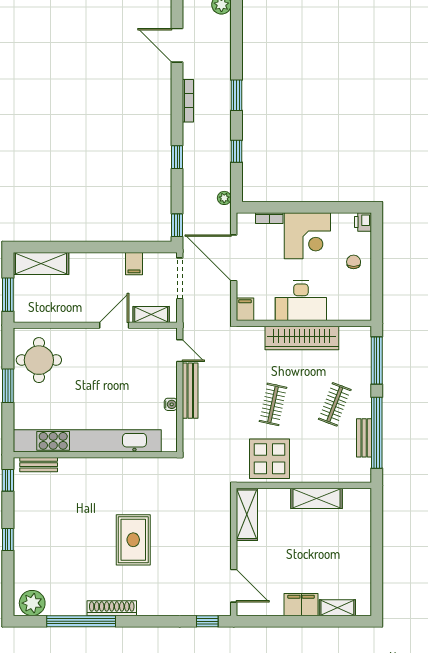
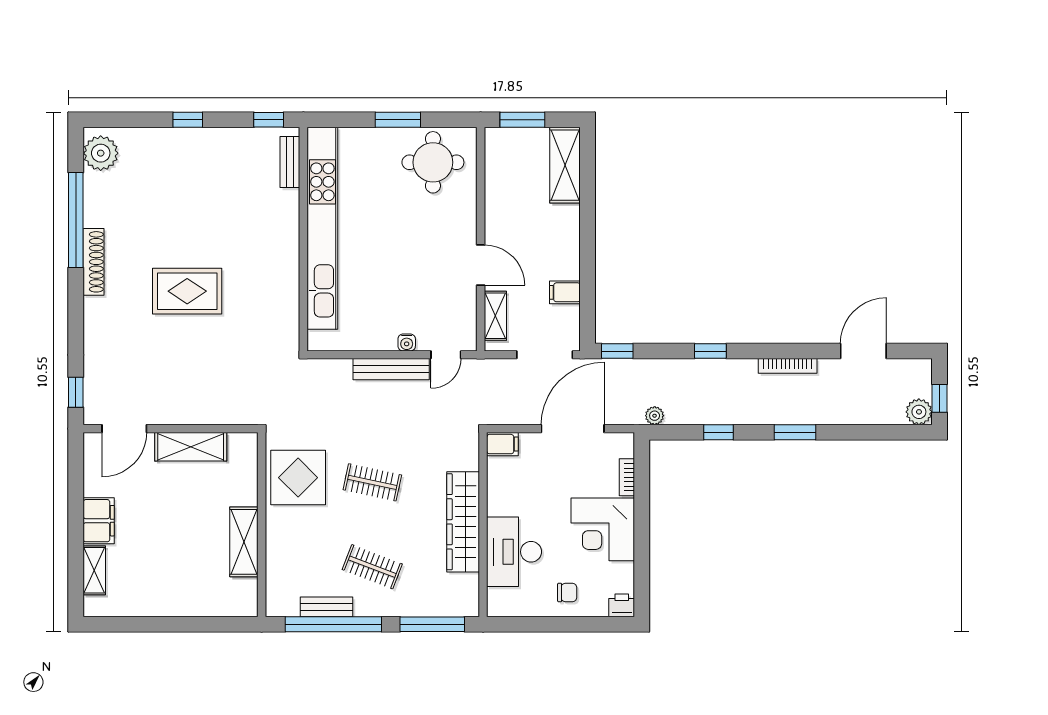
desk: (301, 301) -> (514, 552), moved
water cooler: (171, 404) -> (407, 342), moved
shelving: (247, 514) -> (191, 447), moved

